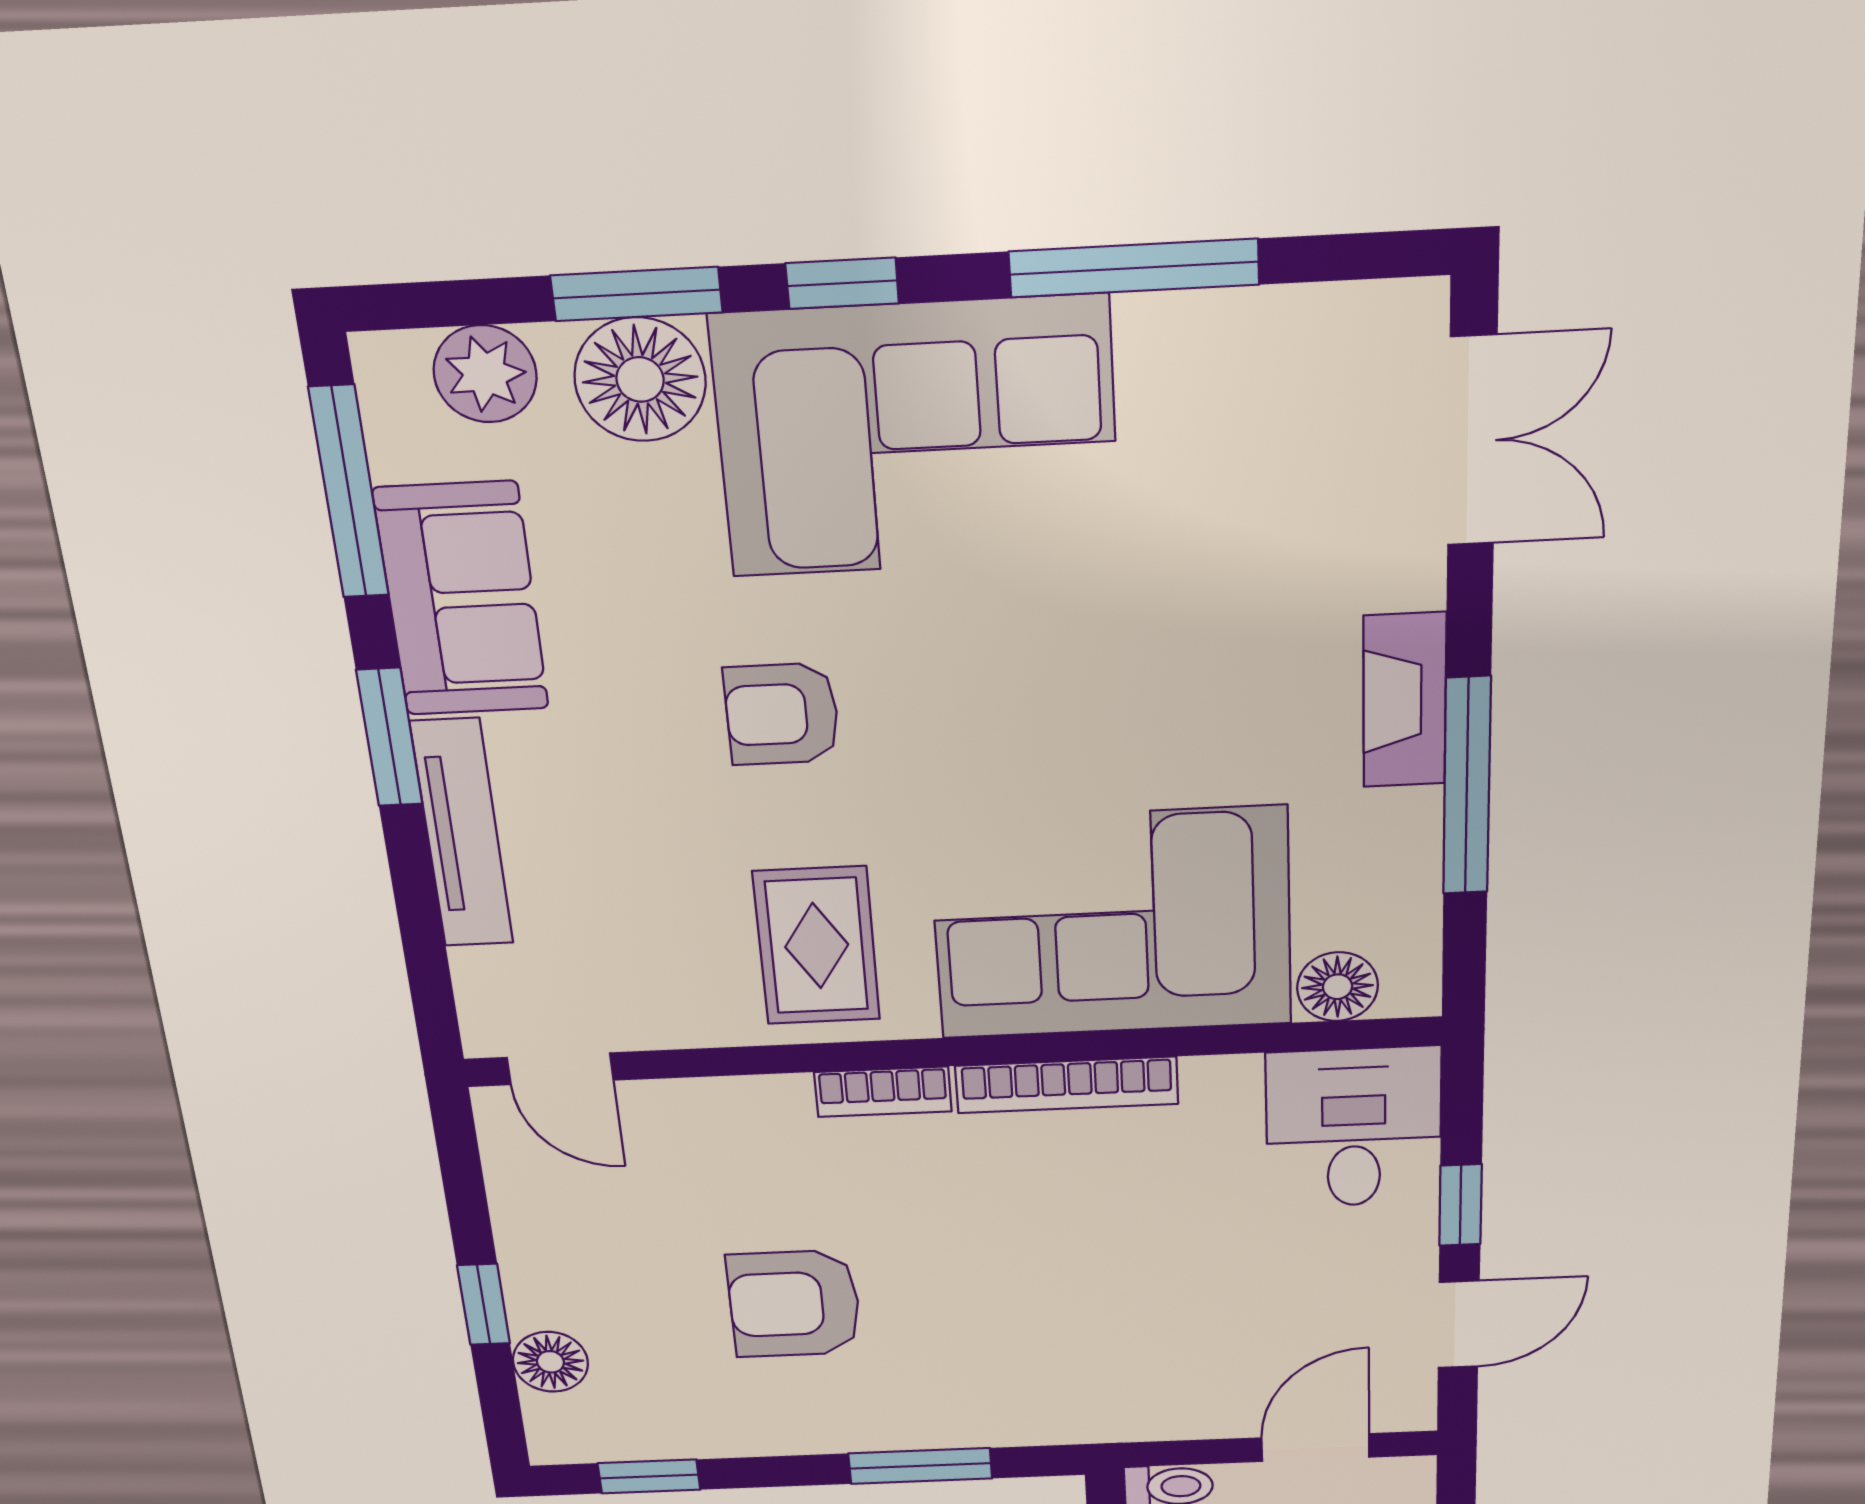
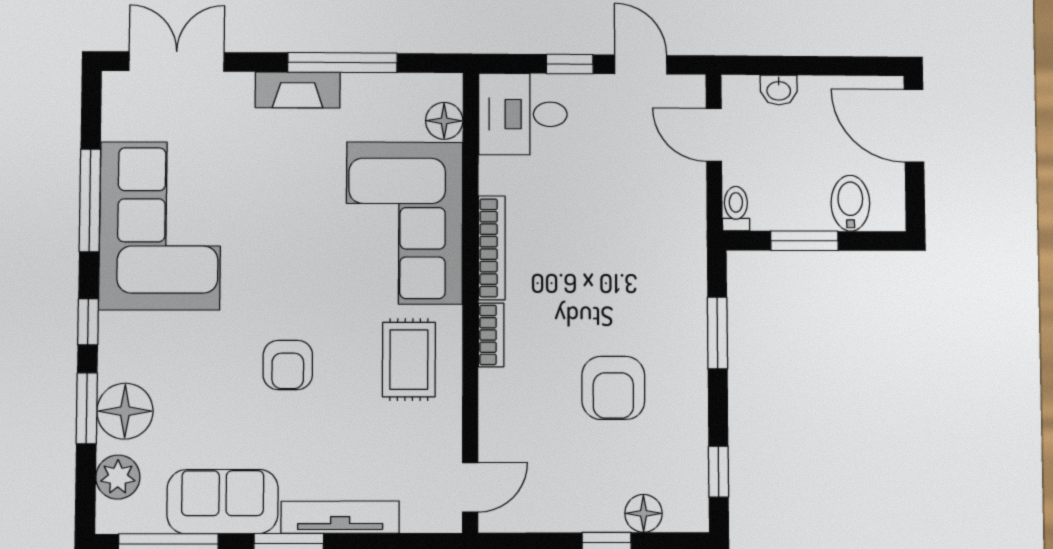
corner sofa: (917, 438) -> (160, 226), moved
rug: (817, 946) -> (409, 360), turned 90

